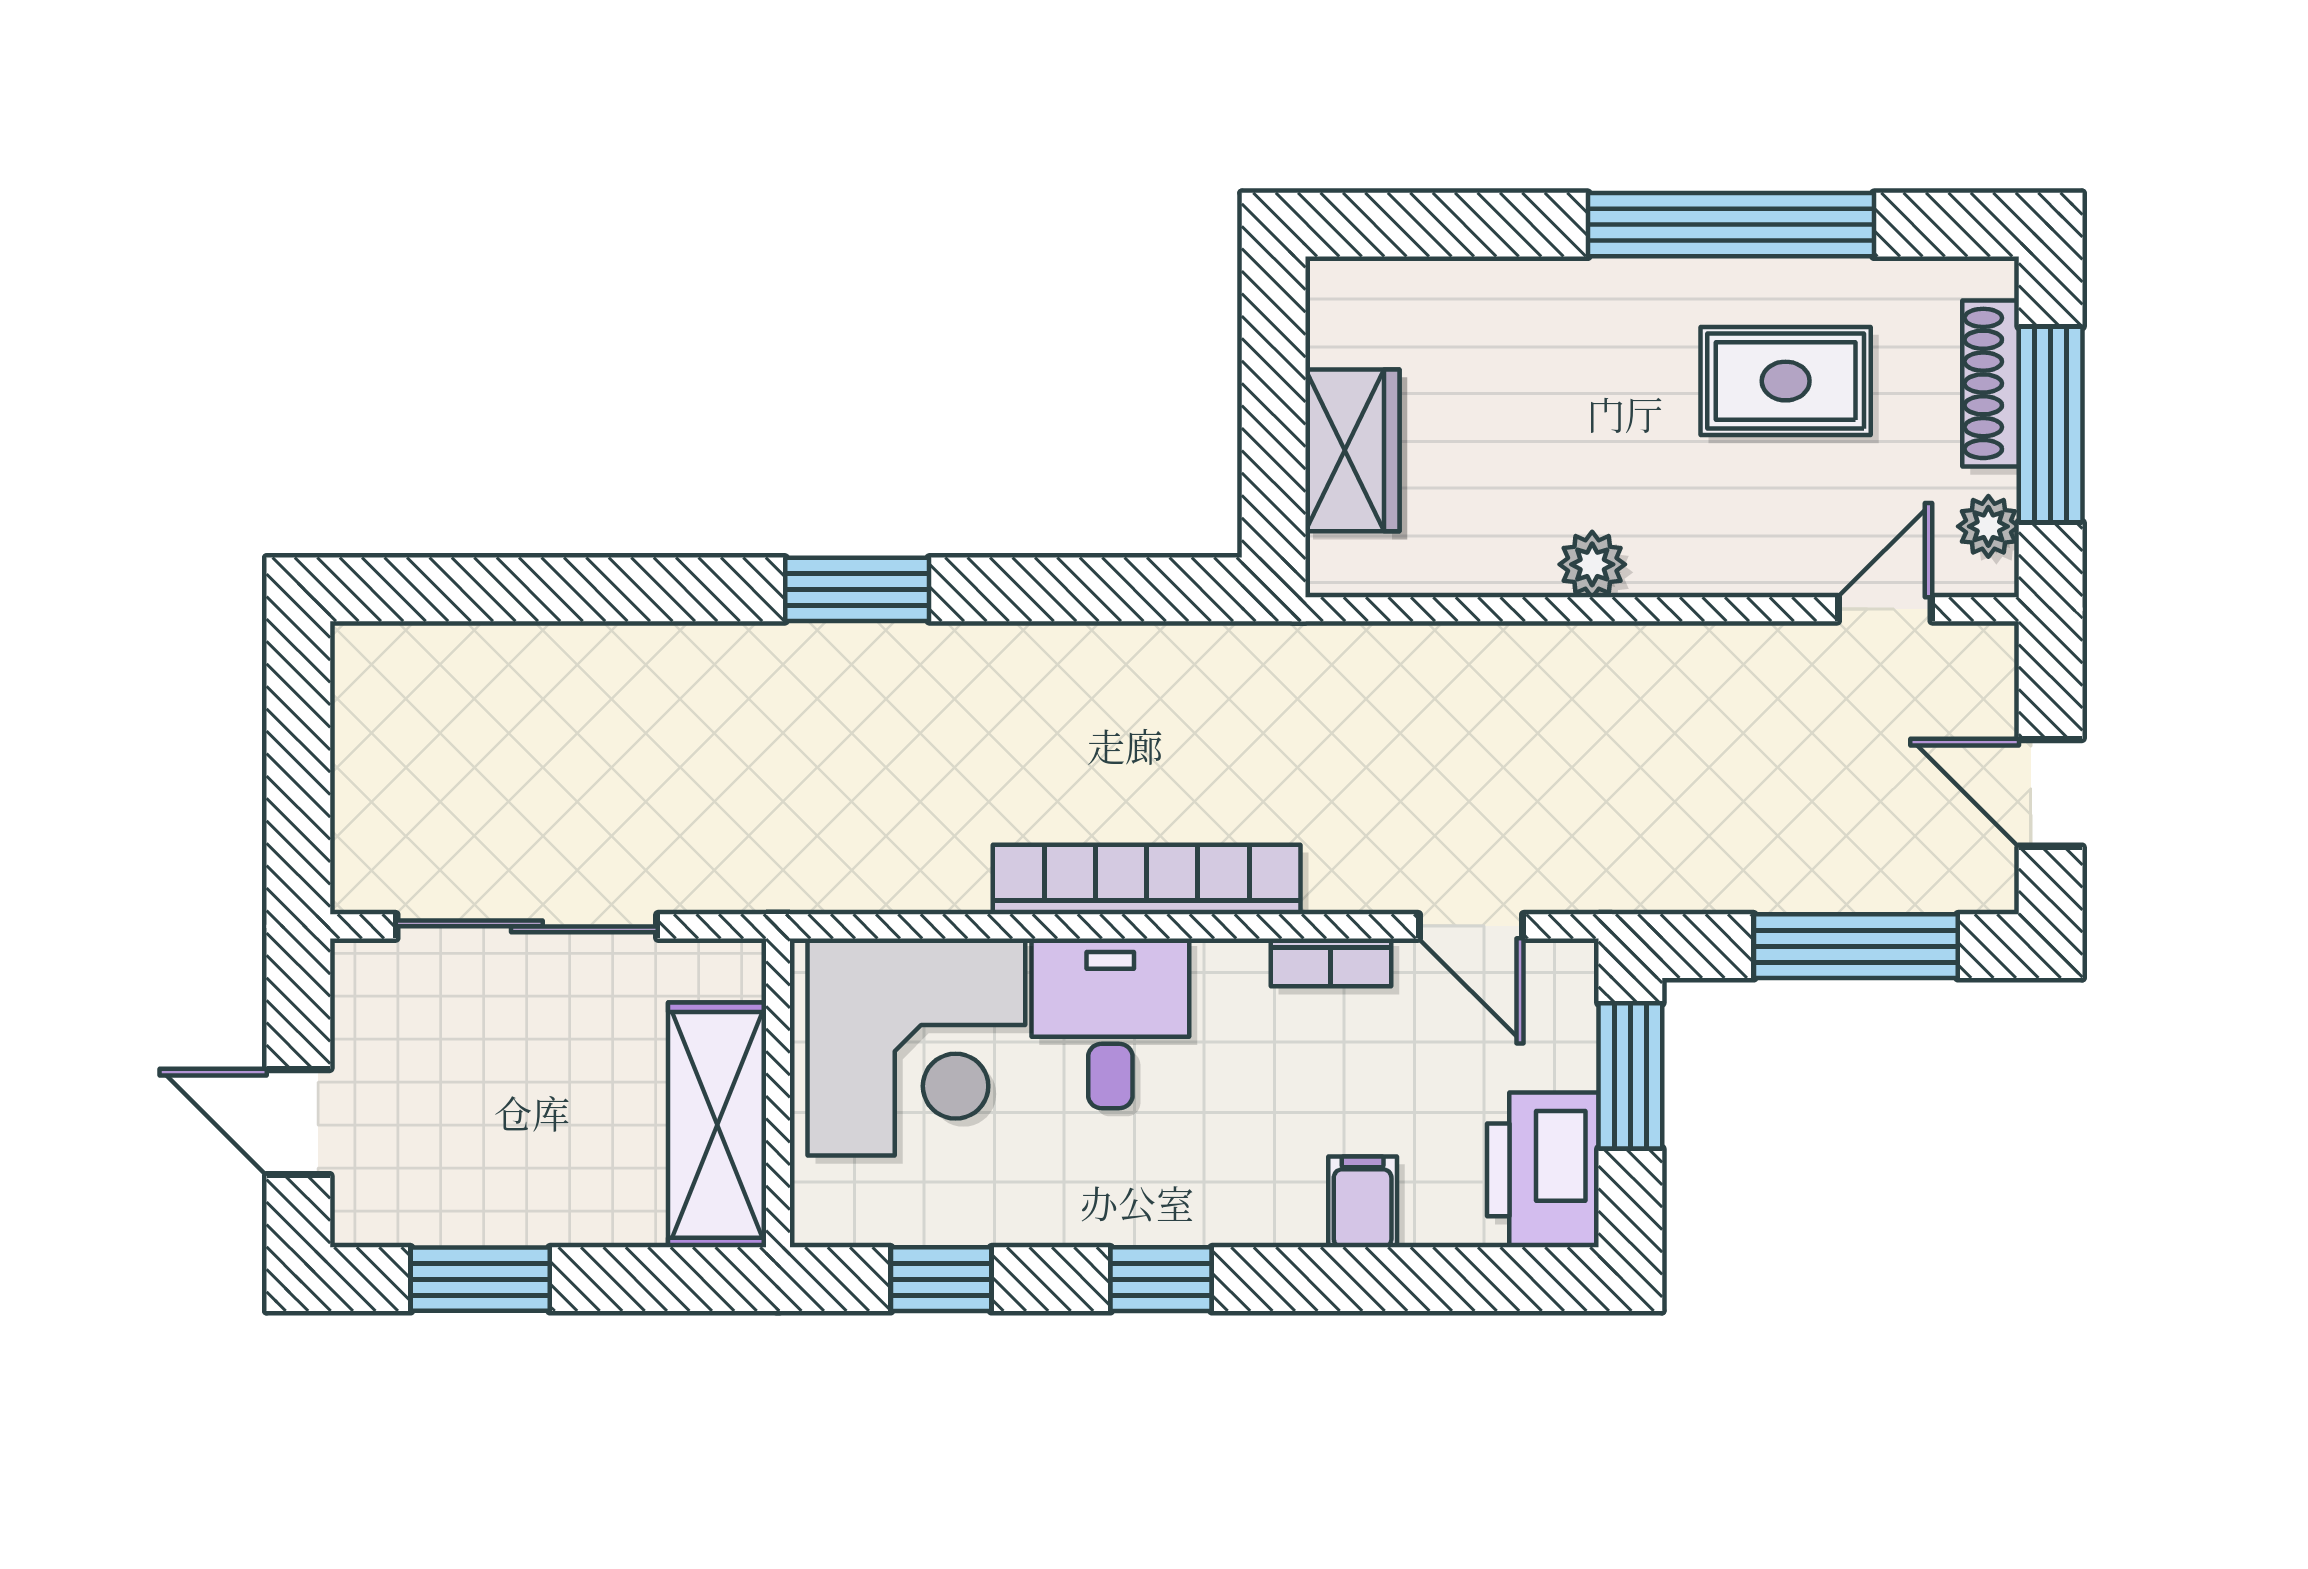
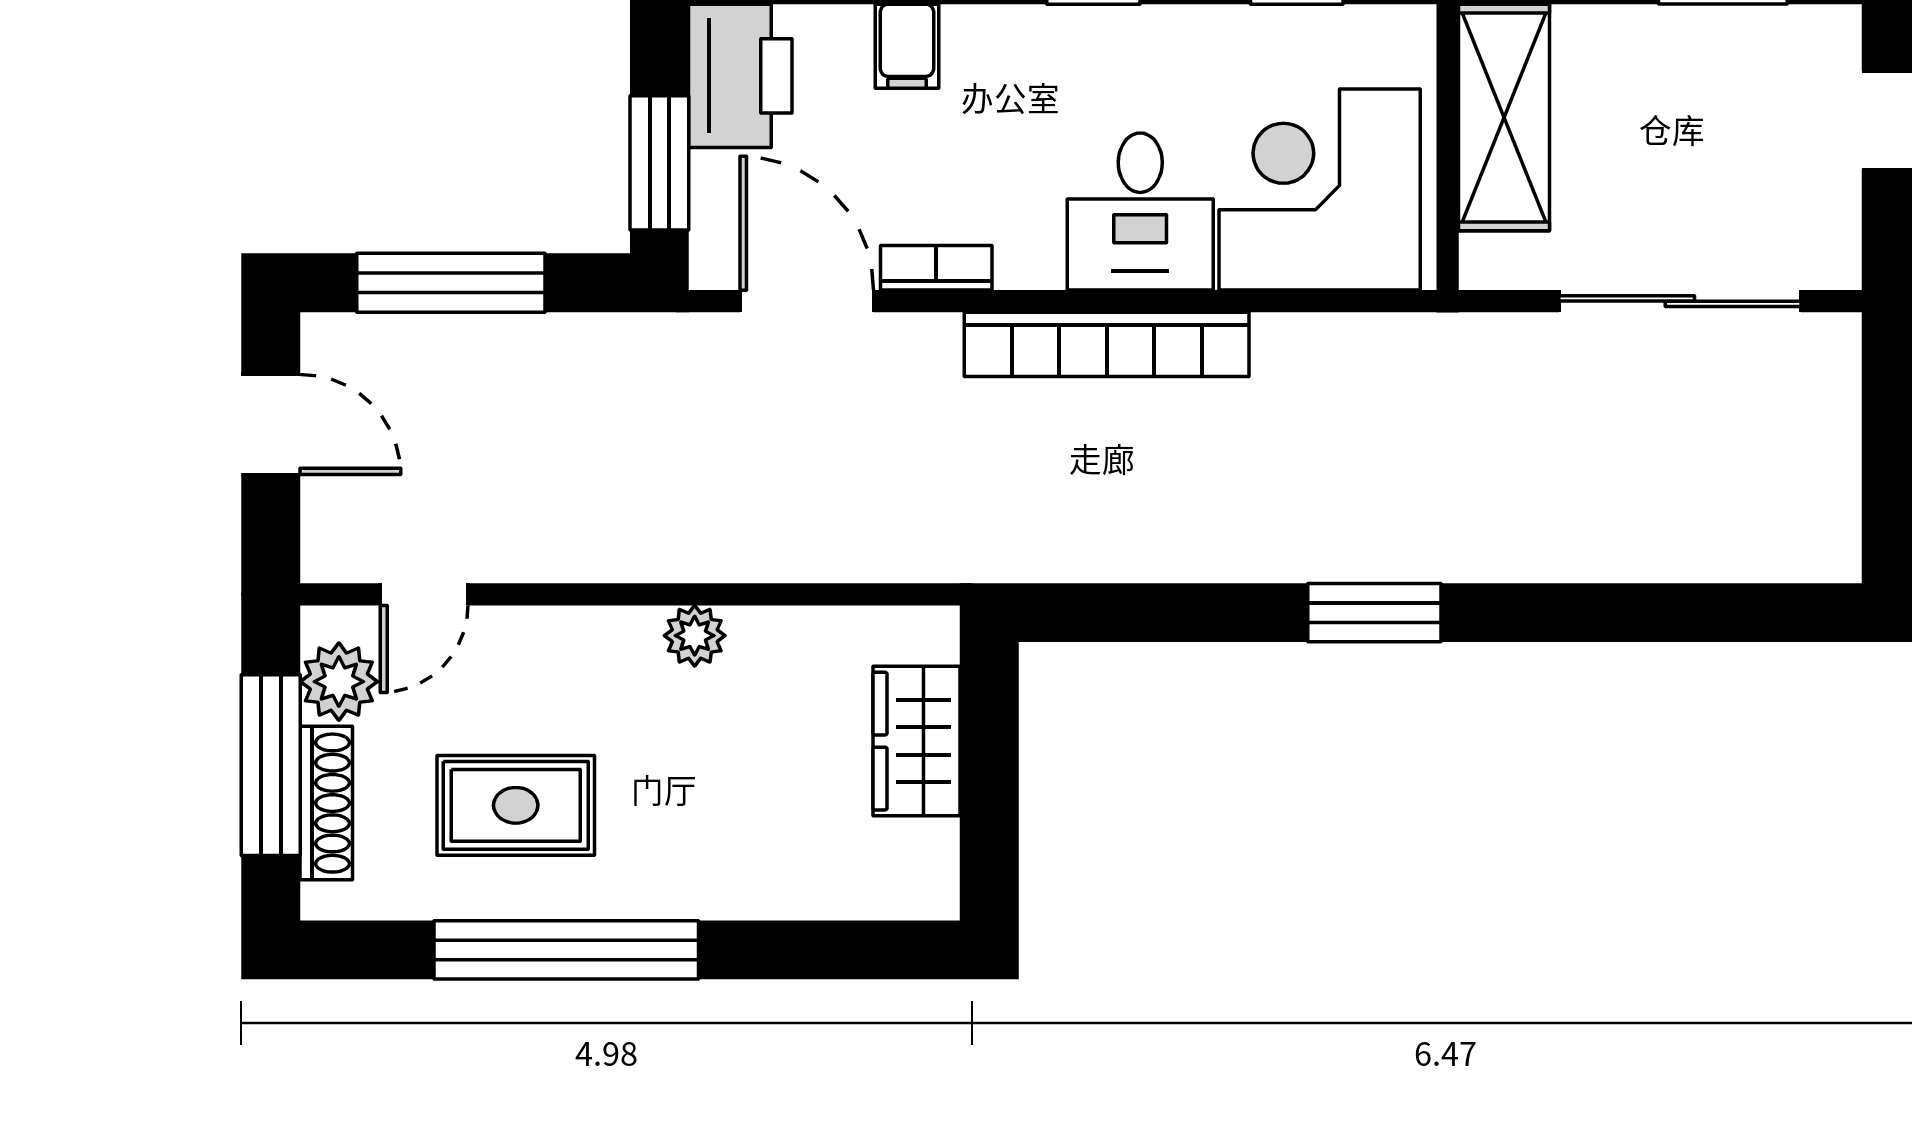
plant: (1988, 526) -> (339, 682), width x1.38, depth x1.38
door: (1471, 926) -> (807, 301), width x1.38

